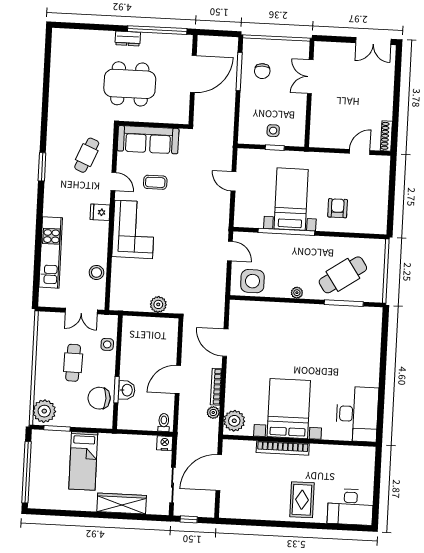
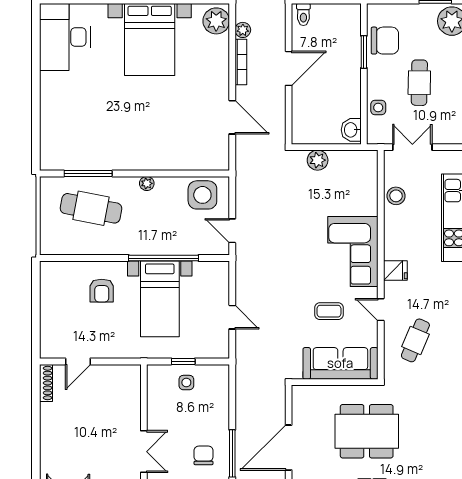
cafe table: (343, 275) -> (91, 208), turned 45
washbasin: (127, 390) -> (351, 130), moved

